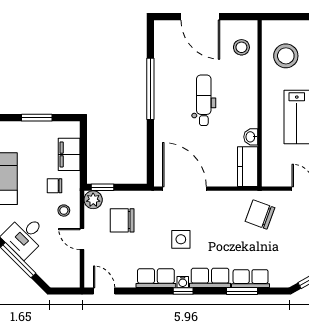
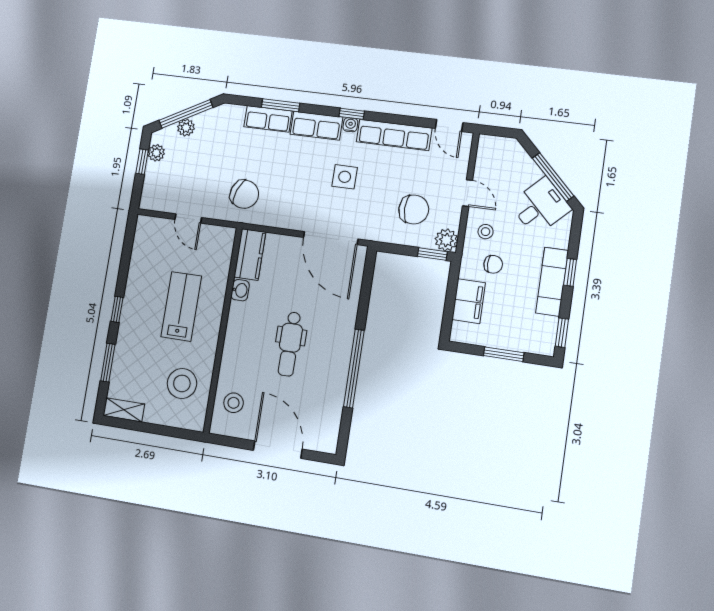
row of seats: (156, 278) -> (394, 135), width x1.48

